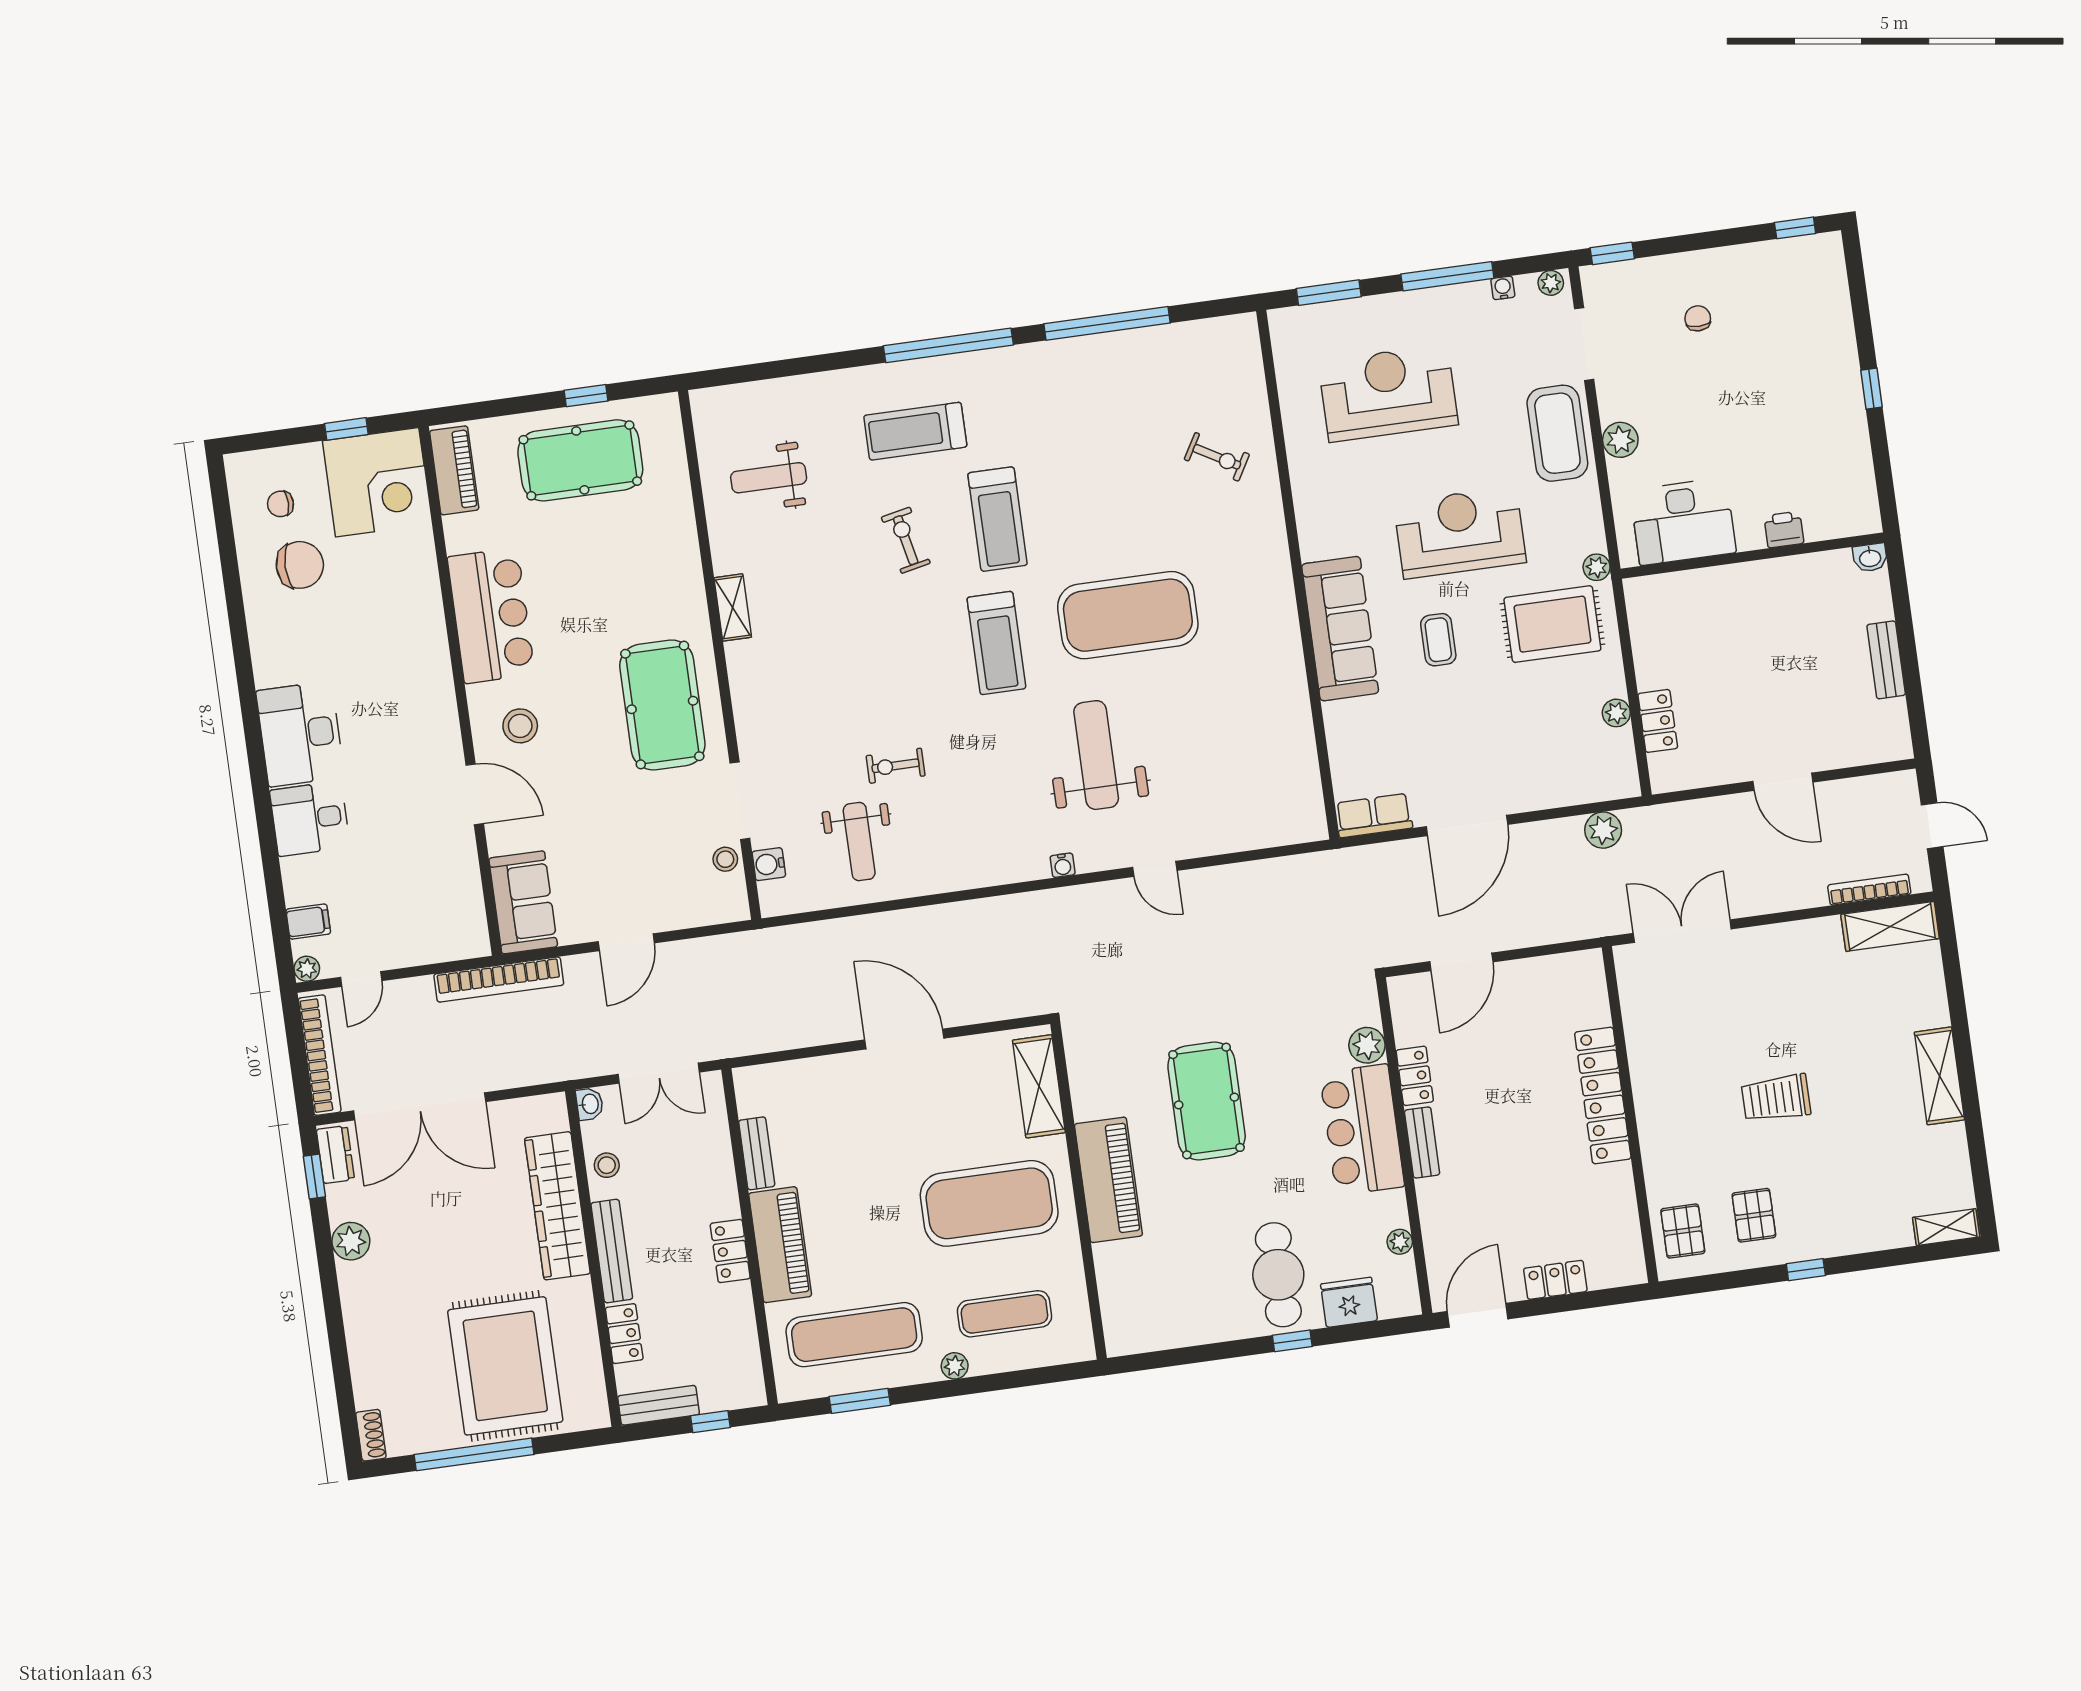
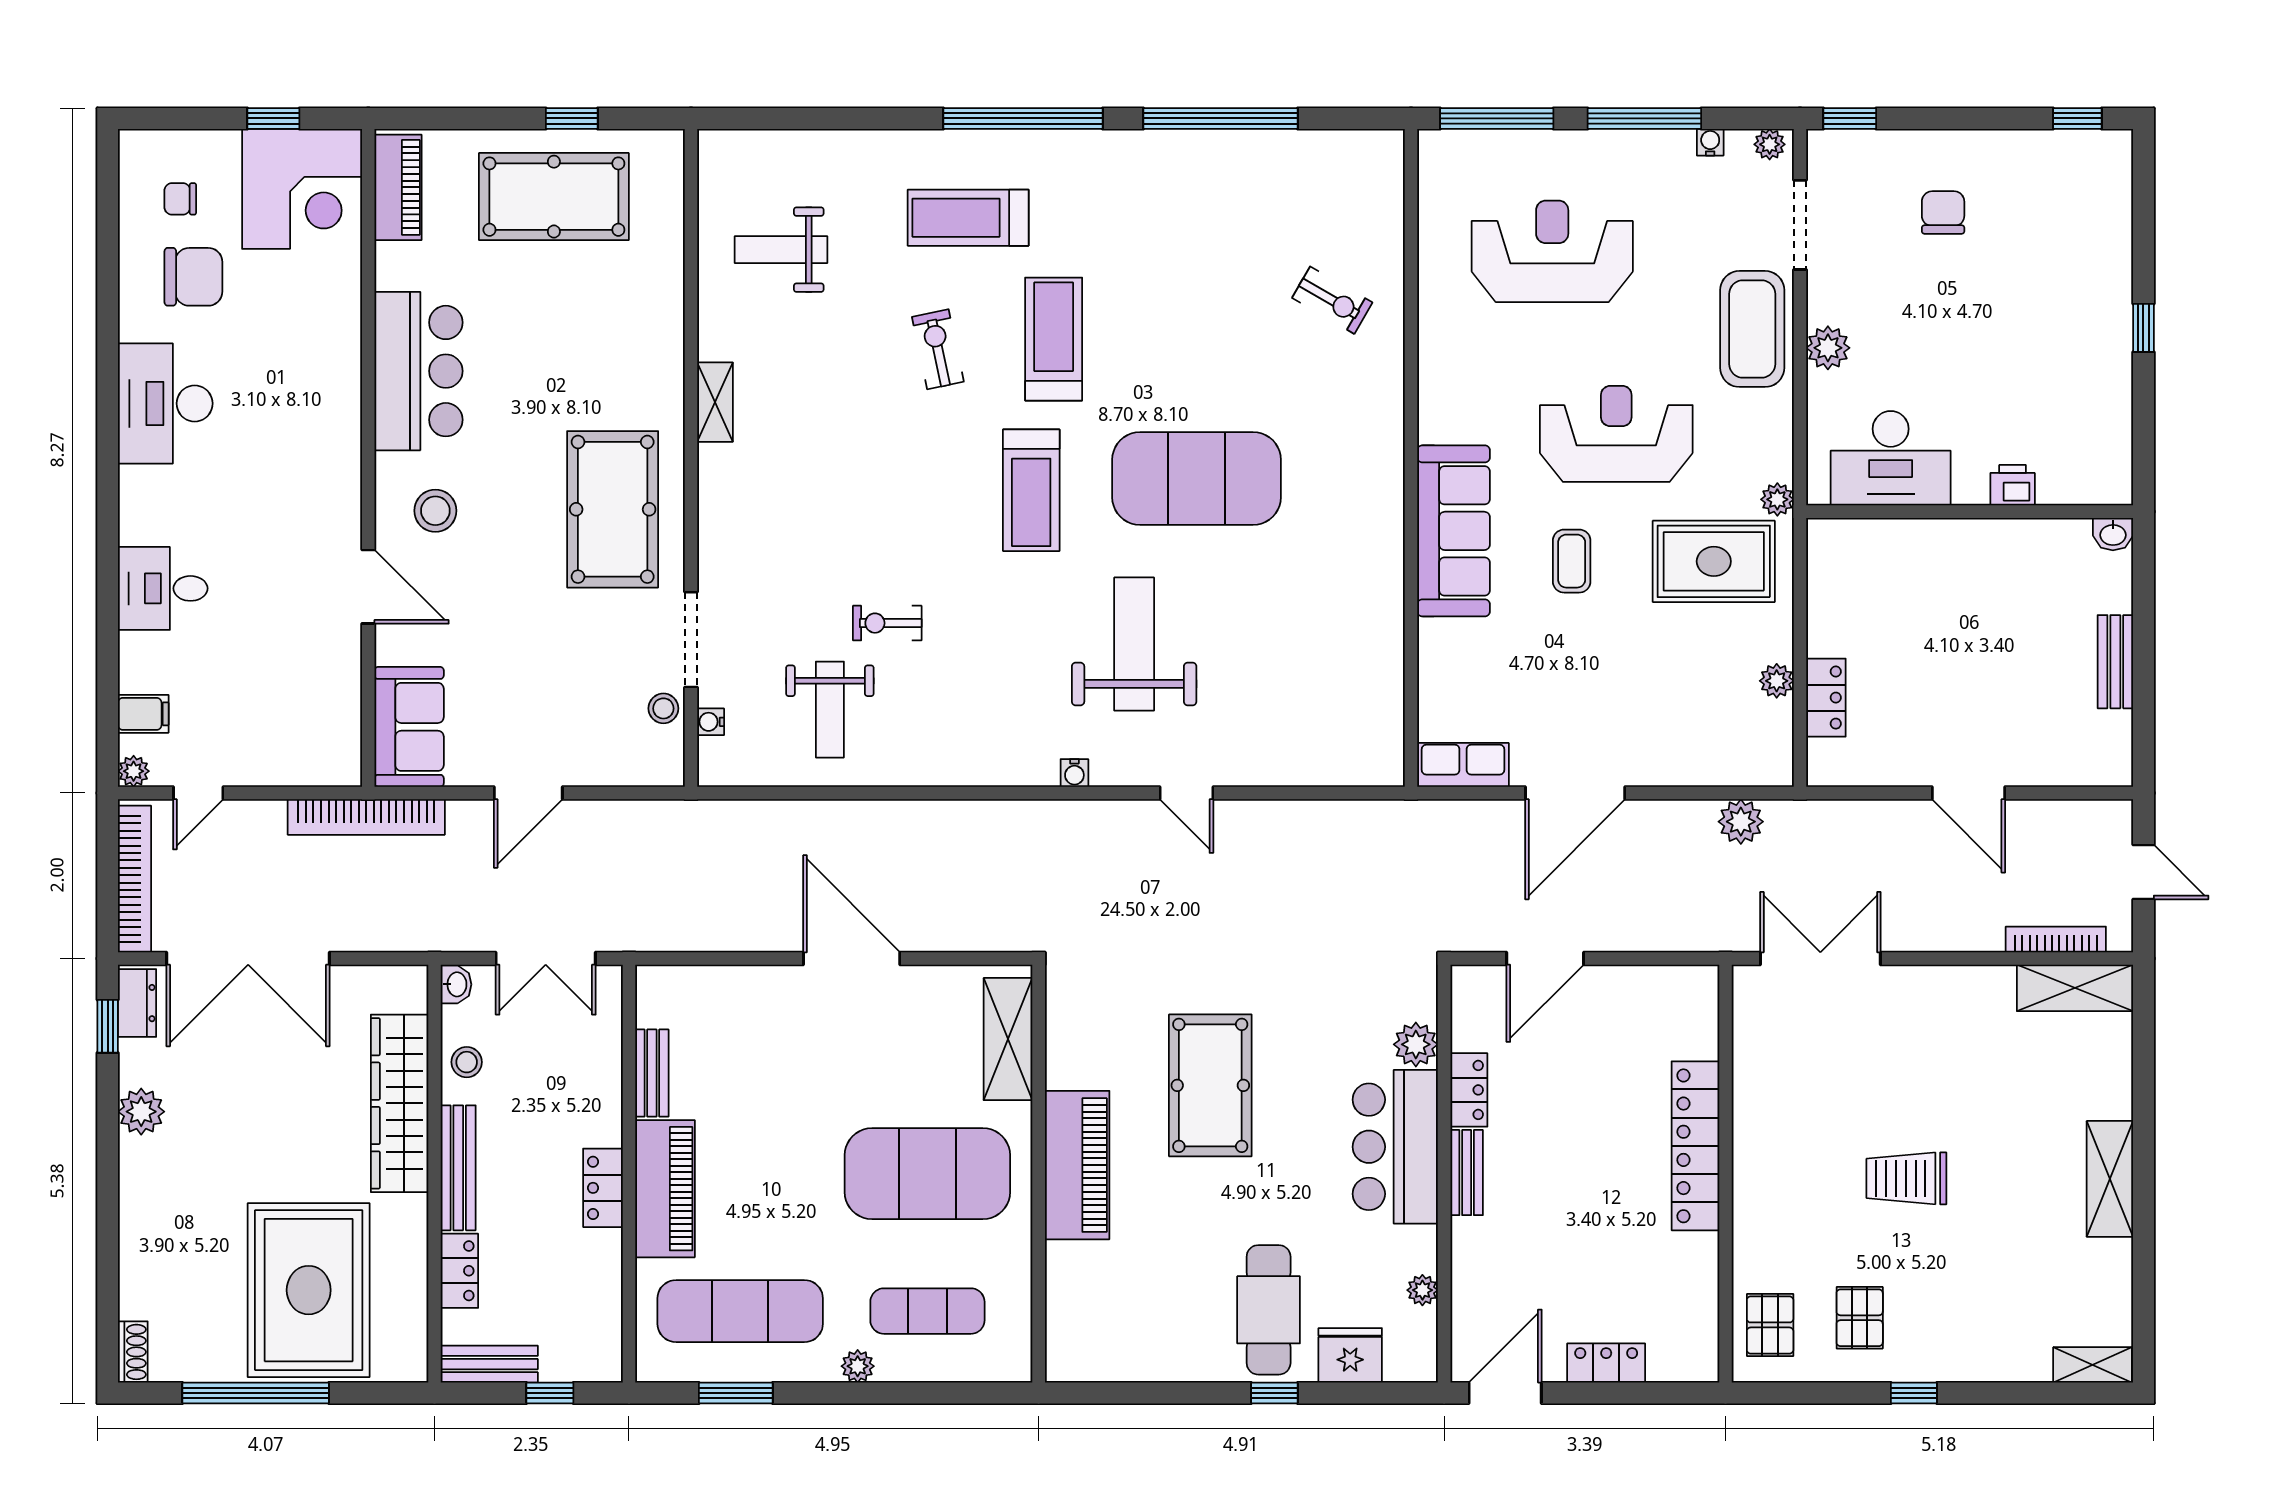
window: (1329, 293) -> (1497, 118), width x1.44
chair: (1698, 318) -> (1943, 212), width x1.37, depth x1.37
treadmill: (998, 519) -> (1054, 339), turned 180
desk: (300, 734) -> (165, 403), moved
water cooler: (769, 864) -> (711, 722), width x0.72, depth x0.72

